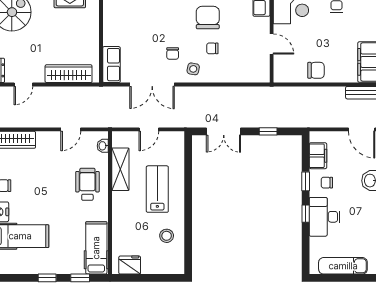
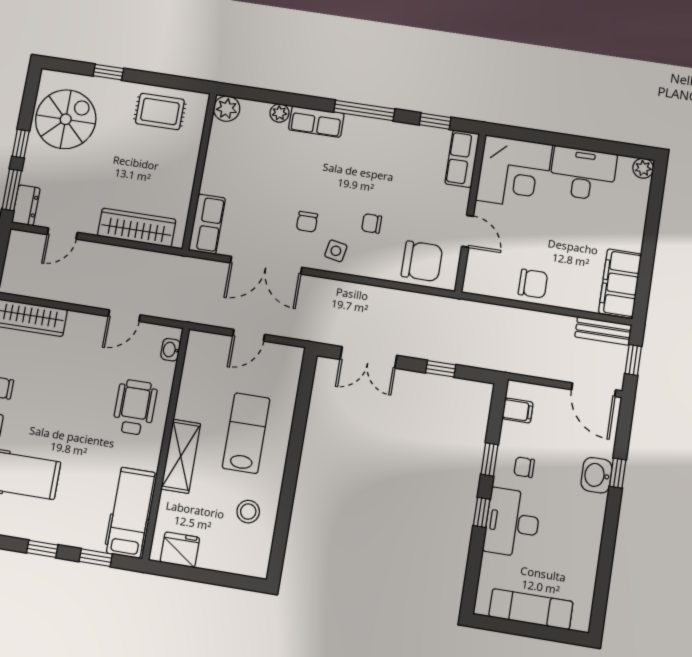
chair: (208, 18) -> (422, 261), moved, turned 90
filing cabinet: (318, 156) -> (518, 410), width x0.50
shelving: (120, 169) -> (181, 456), moved

